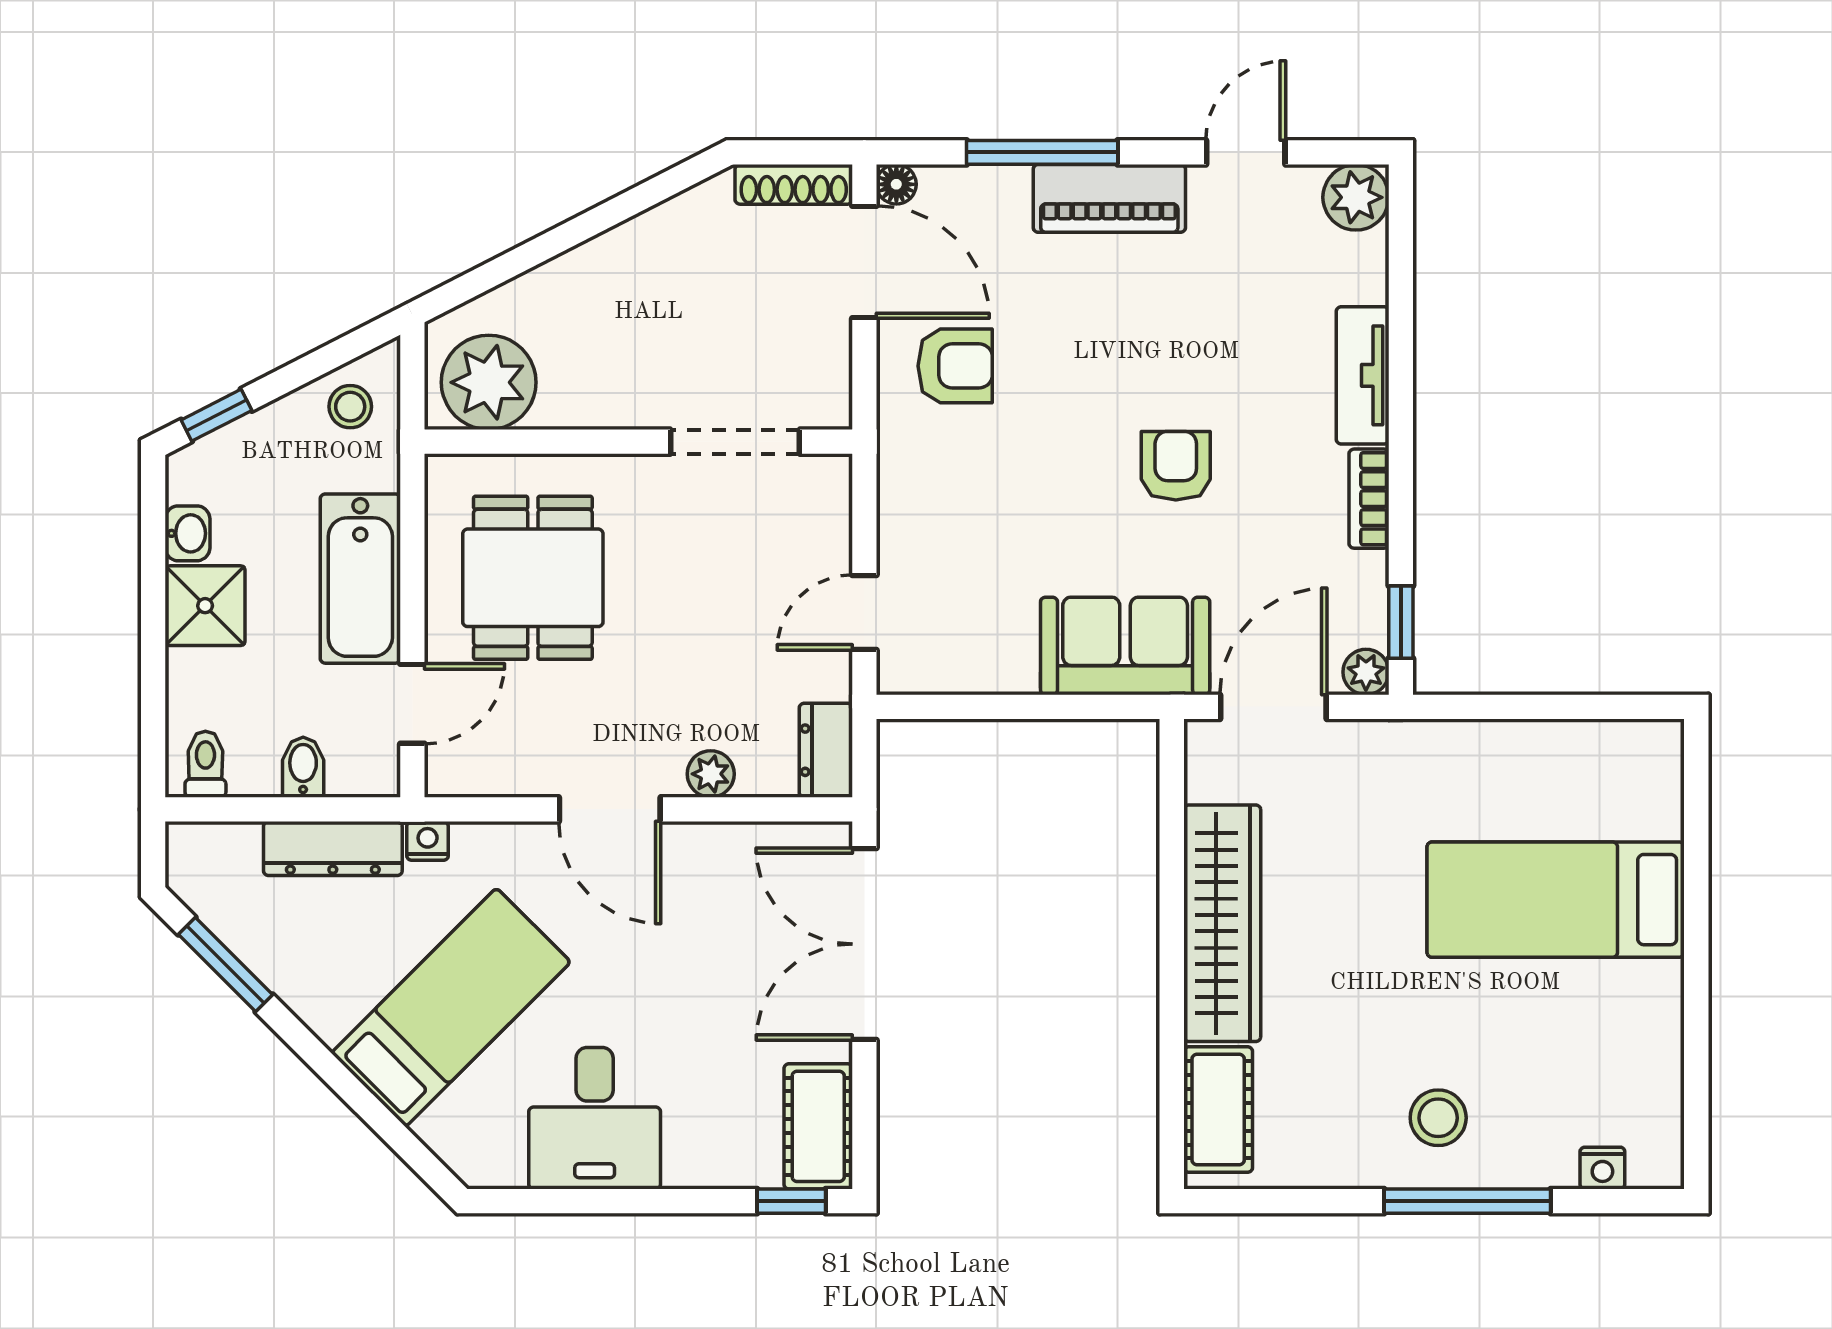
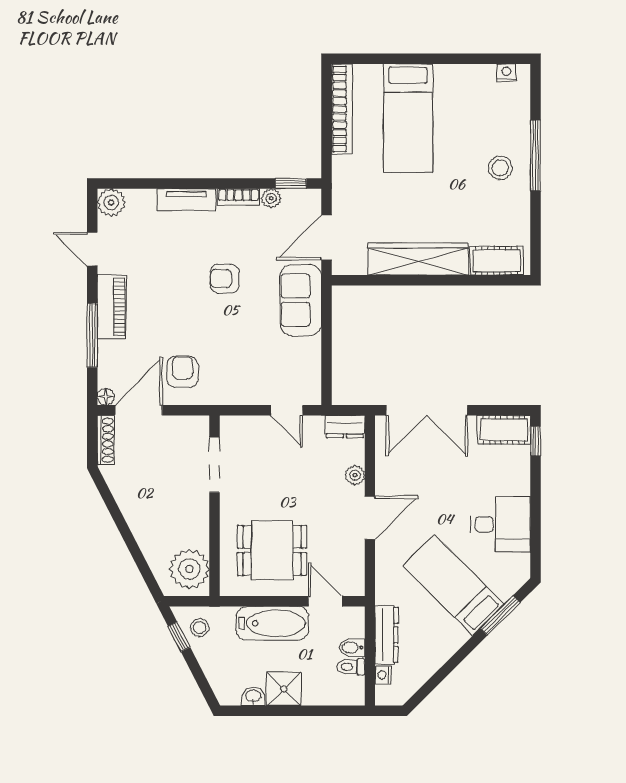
window: (216, 415) -> (179, 637), moved
plant: (1366, 672) -> (271, 198), moved
door: (1273, 707) -> (327, 237), hinge flipped
bookcase: (1577, 743) -> (342, 109), added
toilet: (205, 764) -> (351, 667), moved
nightstand: (428, 841) -> (383, 675), moved
window: (226, 964) -> (500, 615), moved
nightstand: (1602, 1168) -> (506, 73), moved, turned -90

